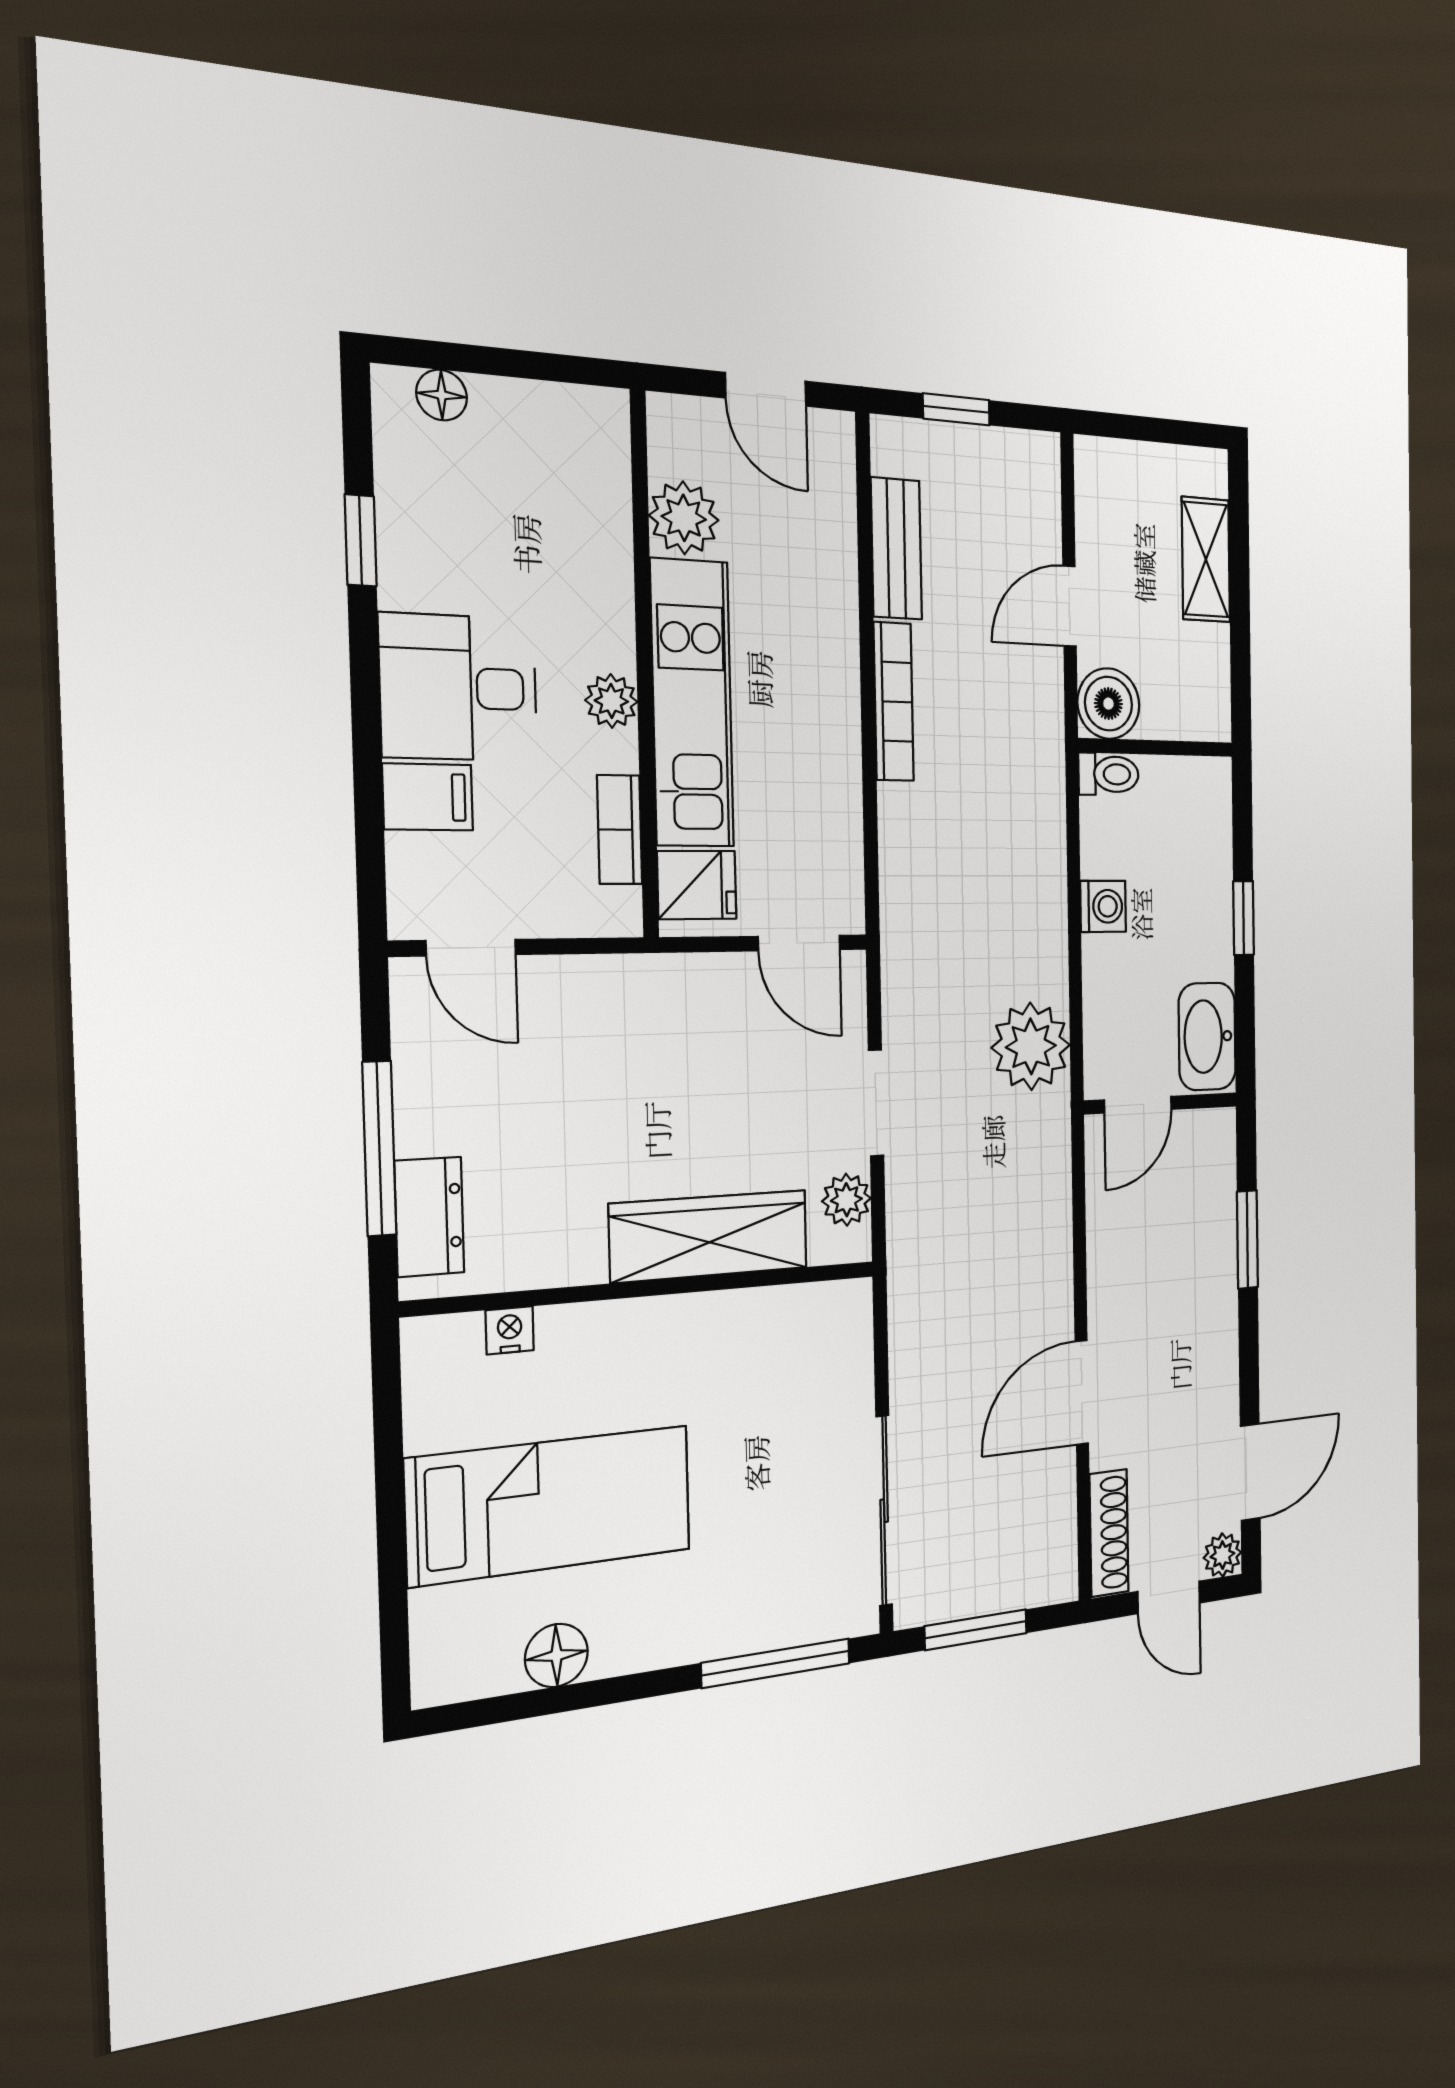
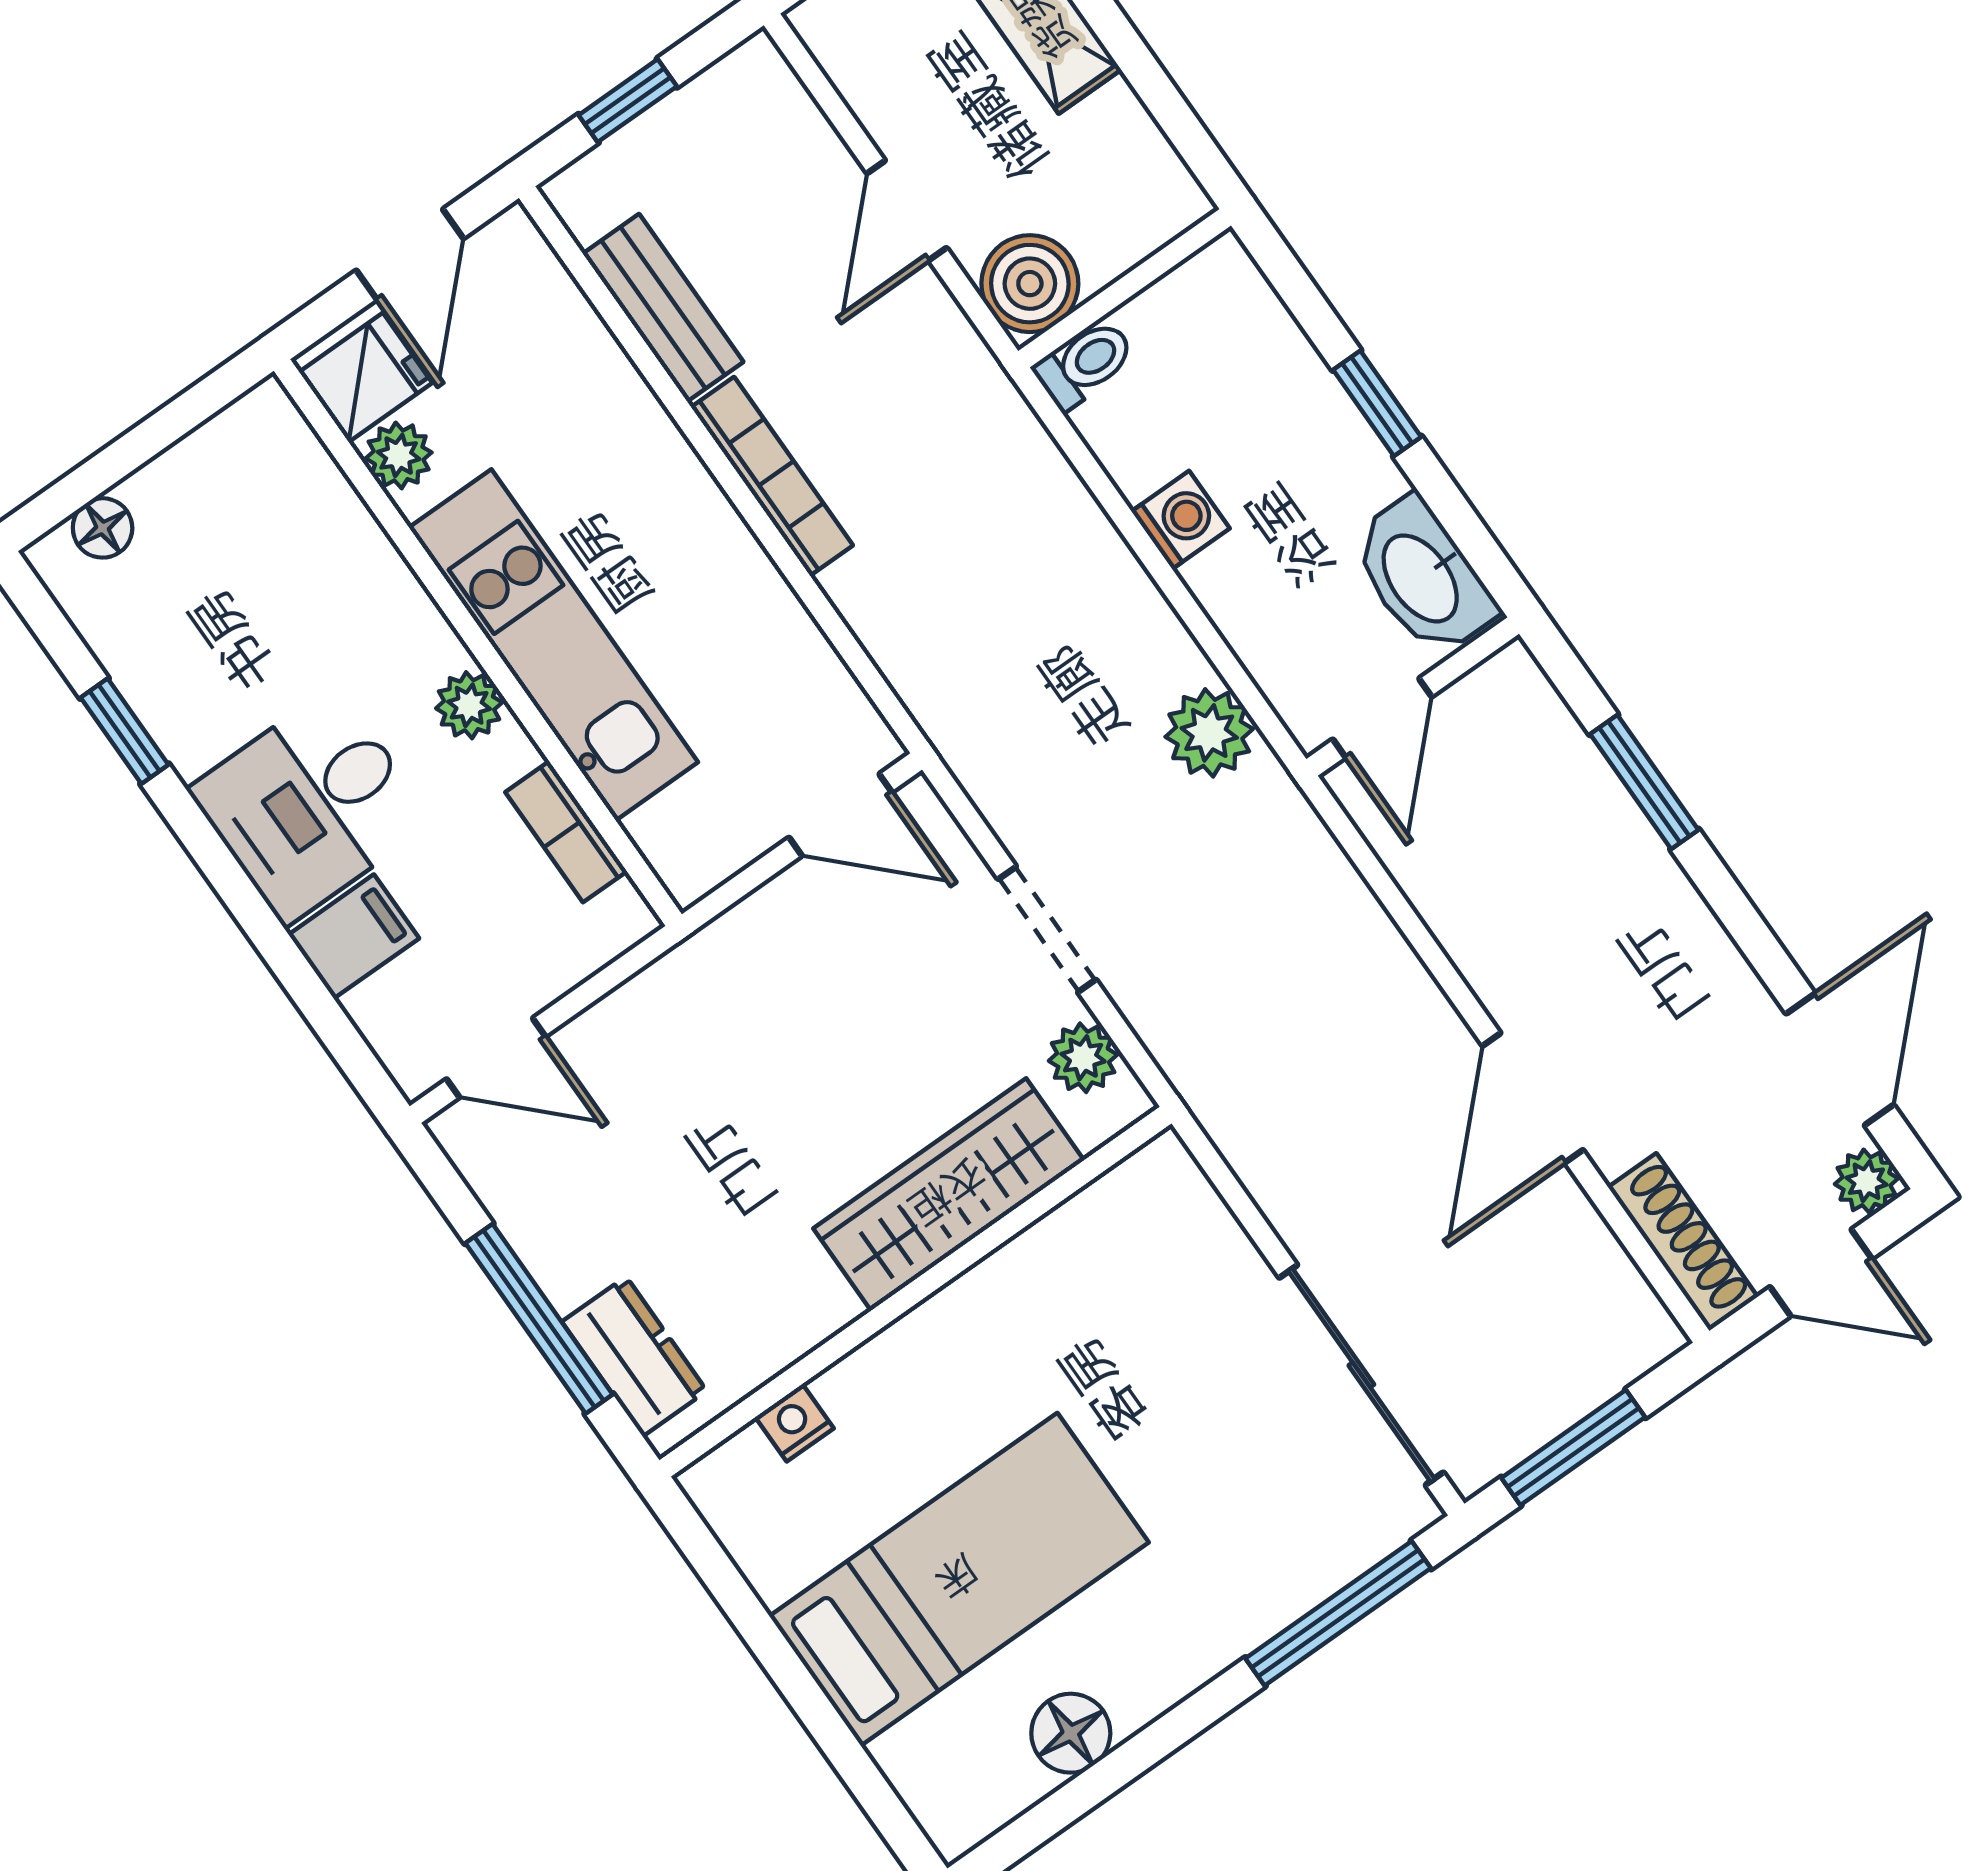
door: (766, 389) -> (410, 254), hinge flipped
plant: (684, 518) -> (399, 455), width x0.73, depth x0.73
fridge: (697, 885) -> (366, 377), moved
plant: (1031, 1046) -> (1209, 733), width x0.73, depth x0.73

